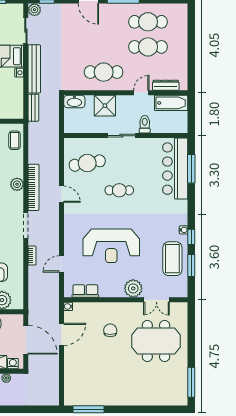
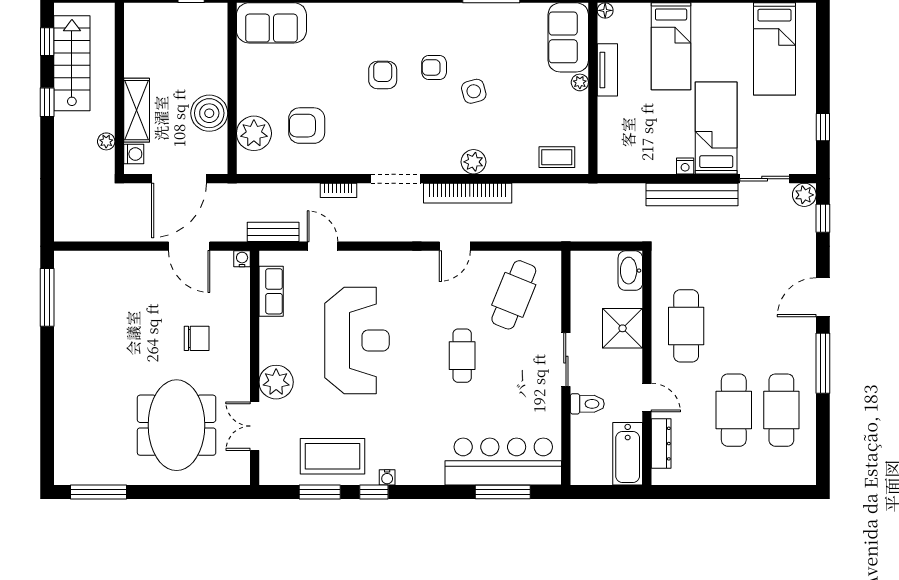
bench: (33, 108) -> (273, 232), moved
cafe table: (87, 163) -> (514, 295), turned 32
reception desk: (111, 246) -> (357, 340), turned 180

